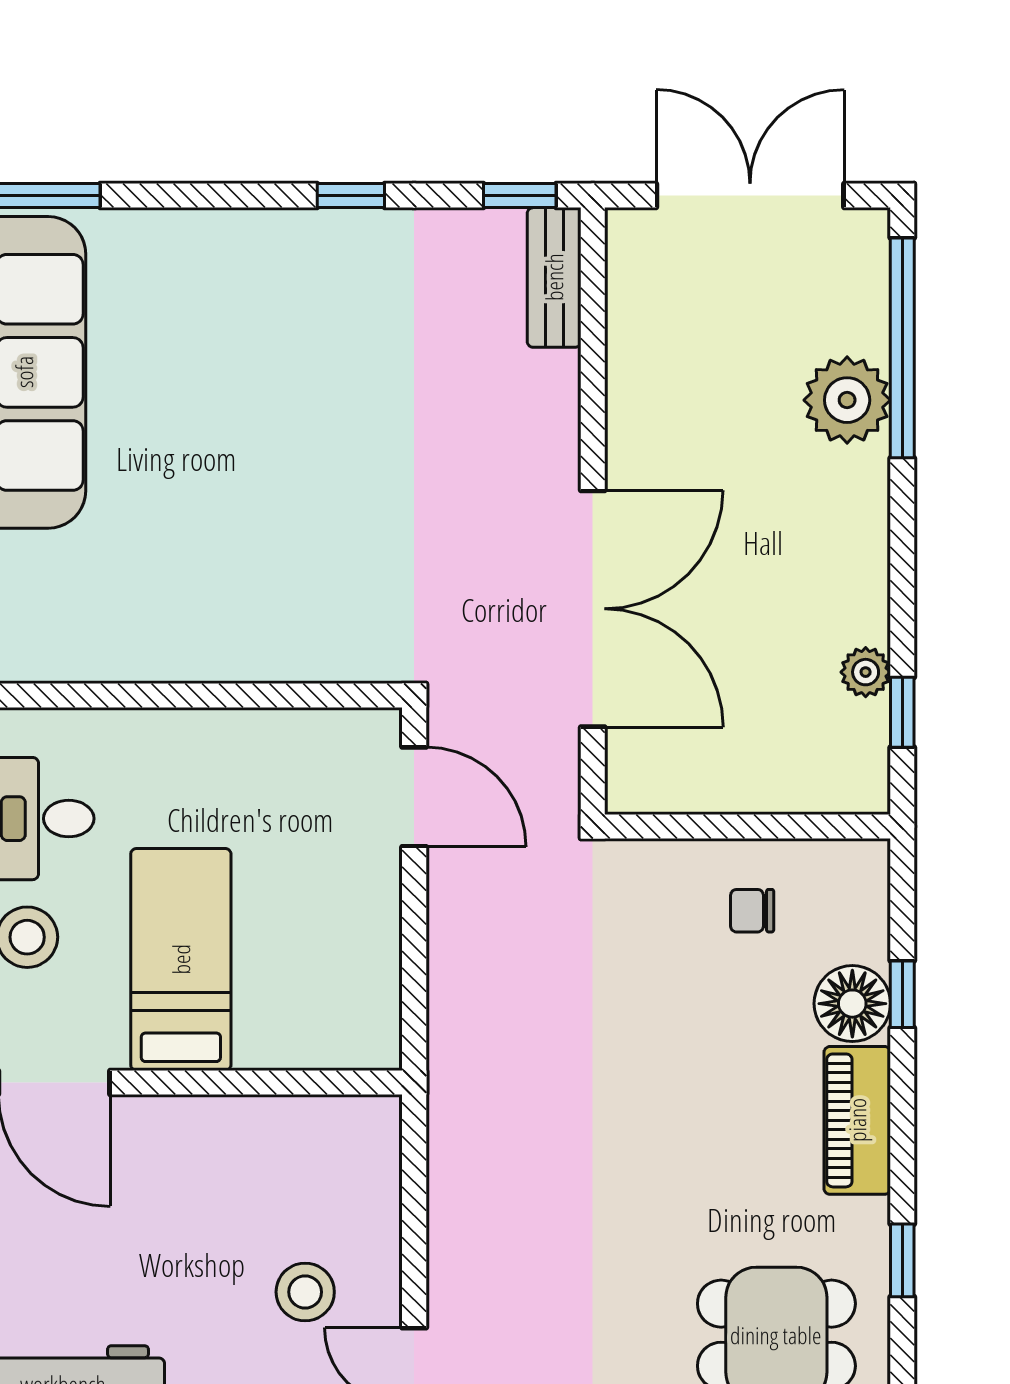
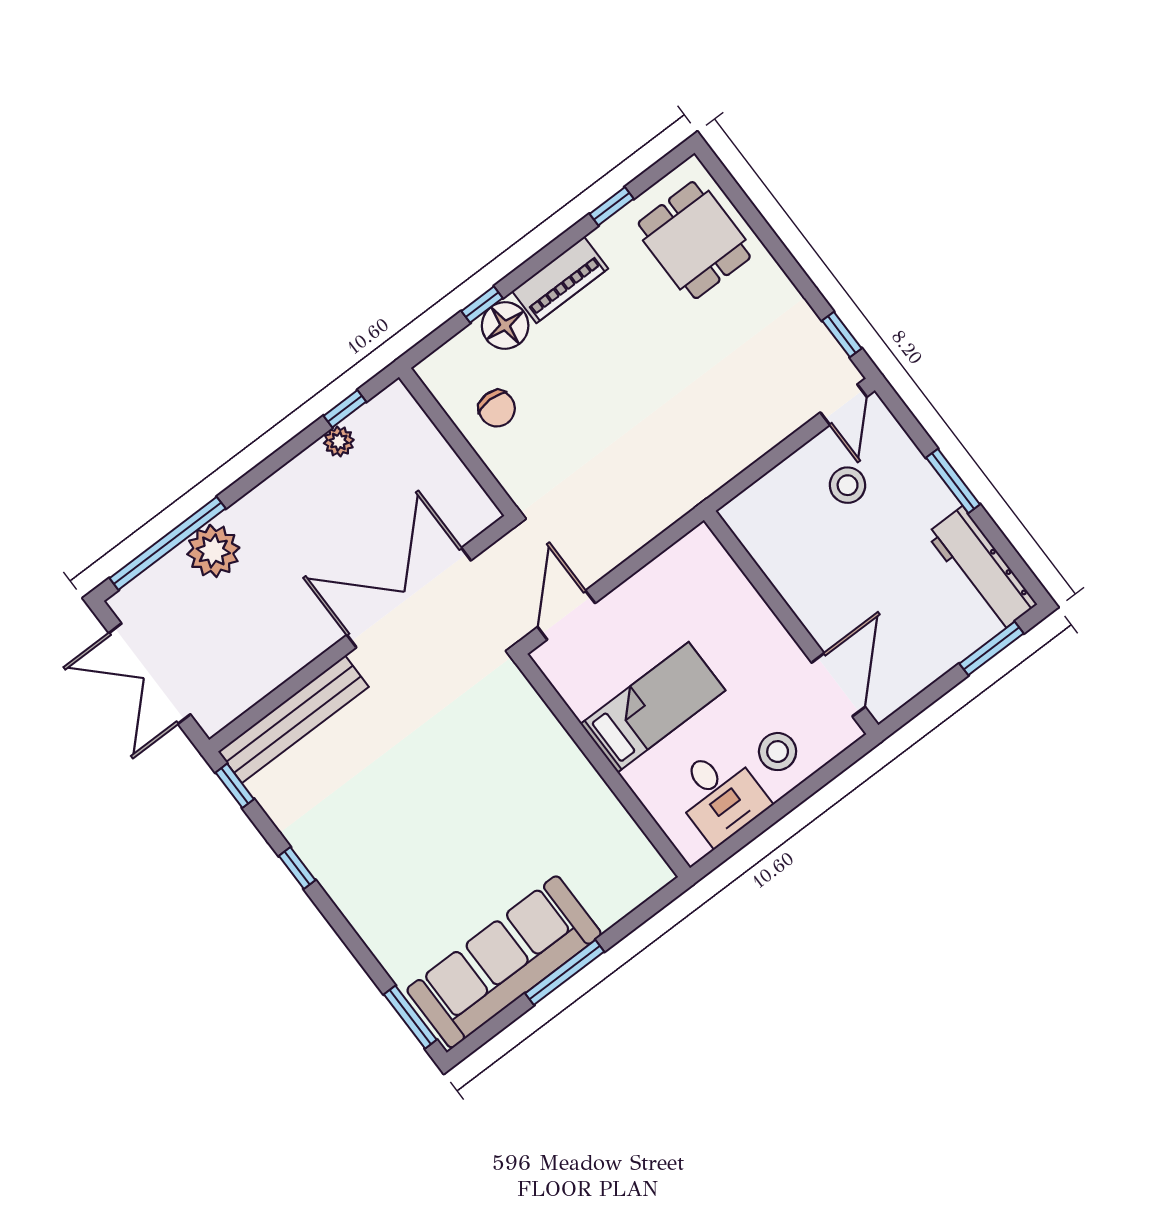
bench: (554, 277) -> (293, 719), width x1.86, depth x1.21
chair: (752, 911) -> (497, 409), width x1.37, depth x1.37
bed: (181, 959) -> (653, 707), moved, turned 180

